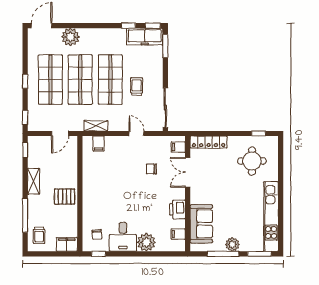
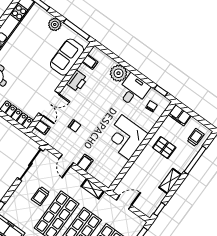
filing cabinet: (99, 144) -> (85, 163), moved
corner desk: (100, 191) -> (125, 137), added
pallet: (65, 197) -> (164, 148), moved
window: (223, 254) -> (77, 29), moved

